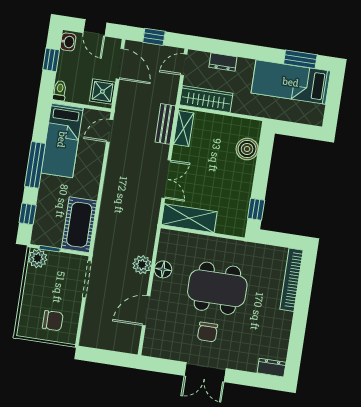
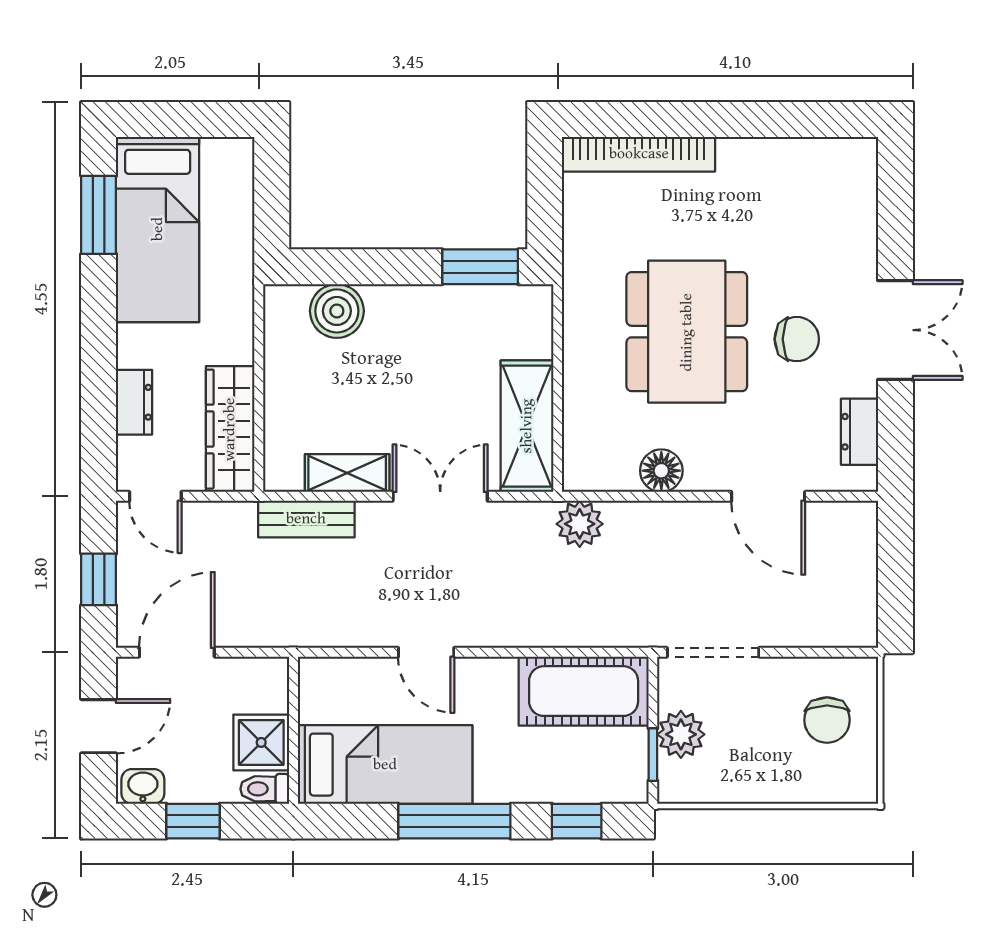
shower: (102, 92) -> (261, 742), moved
shelving: (184, 129) -> (347, 473), moved
door: (110, 131) -> (426, 652), moved
window: (256, 209) -> (480, 267), width x1.50
plant: (38, 258) -> (681, 734), moved
plant: (142, 265) -> (580, 524), moved
chair: (53, 321) -> (827, 720), turned 180
dresser: (272, 368) -> (860, 432), moved

